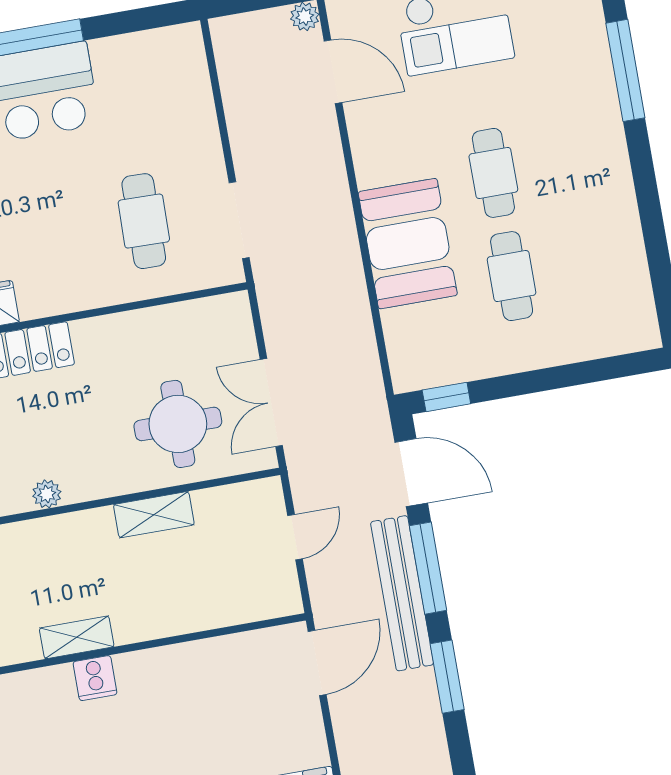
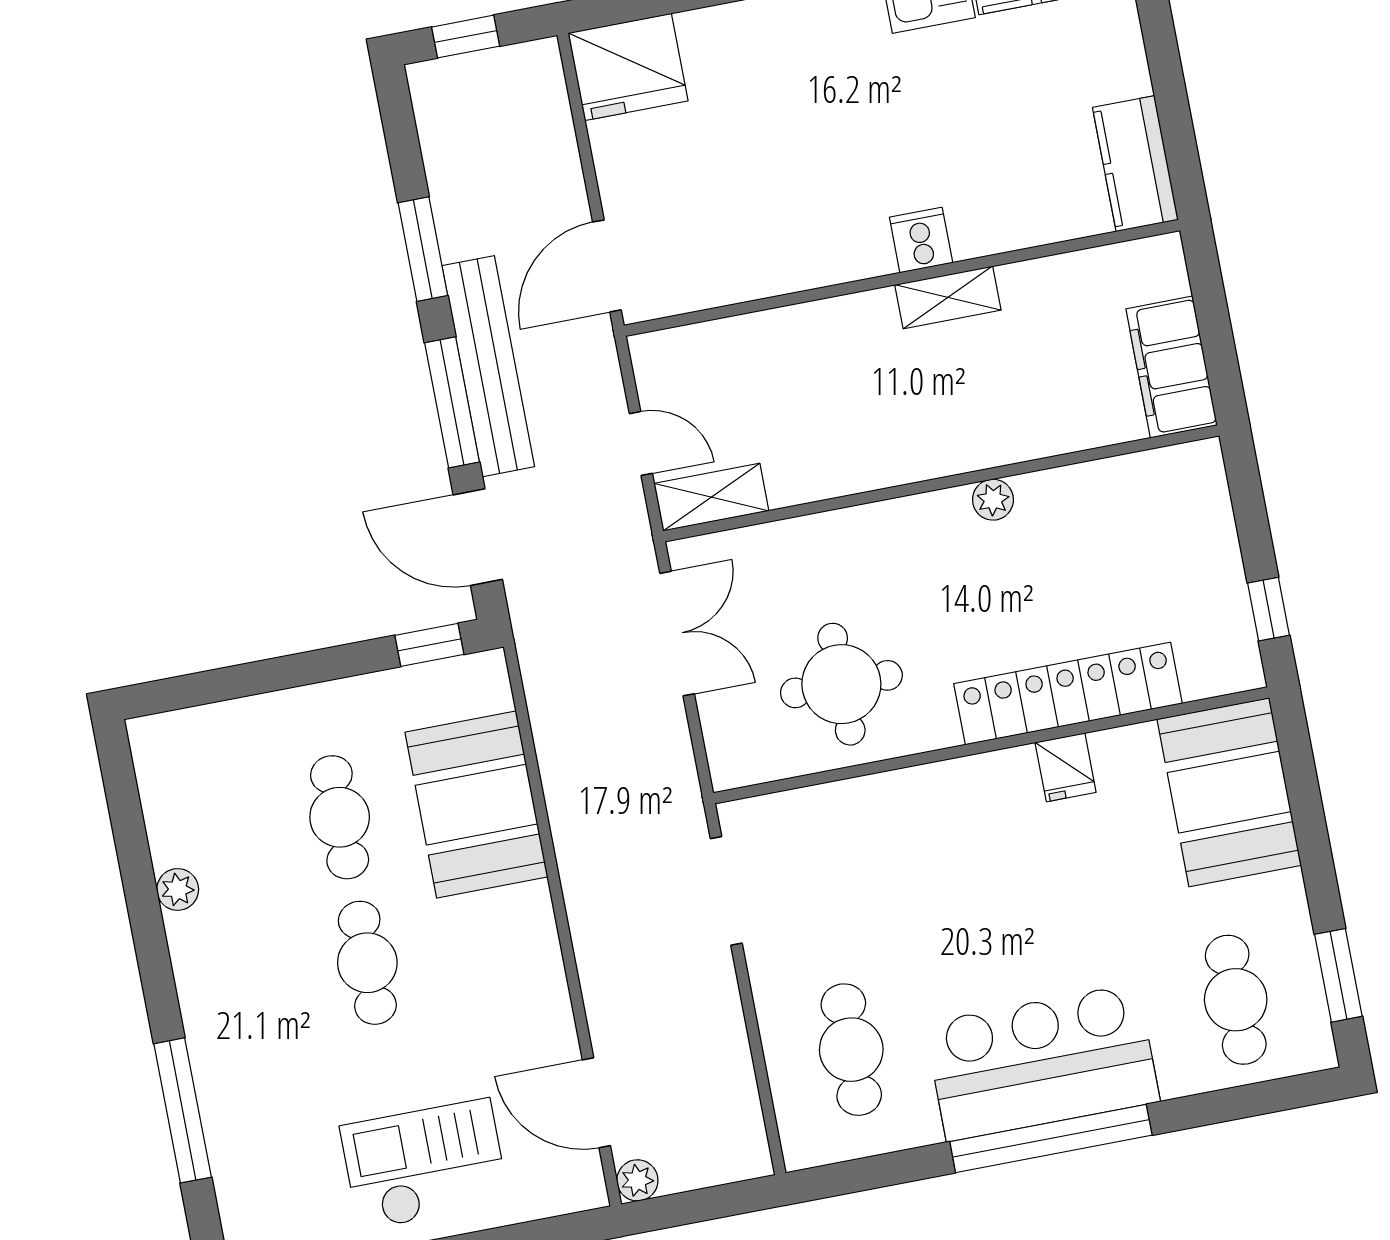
cafe table: (144, 221) -> (851, 1050), moved
plant: (627, 227) -> (178, 889), added
booth: (408, 244) -> (476, 805), moved
round table: (178, 424) -> (841, 684), moved
shelving: (154, 515) -> (711, 497), moved
door: (295, 537) -> (641, 443), swing flipped

